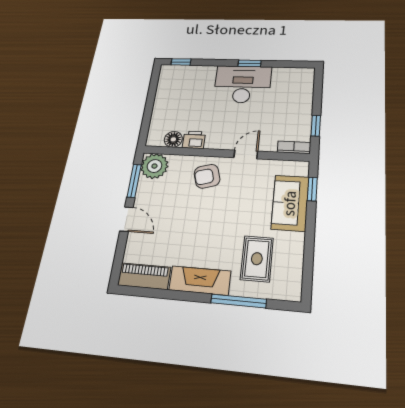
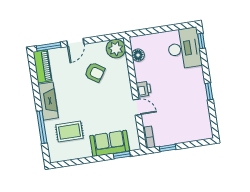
desk: (243, 84) -> (184, 48), moved
printer: (194, 140) -> (144, 89), moved
armchair: (207, 176) -> (95, 72), moved, turned 140
window: (134, 181) -> (49, 47), moved

